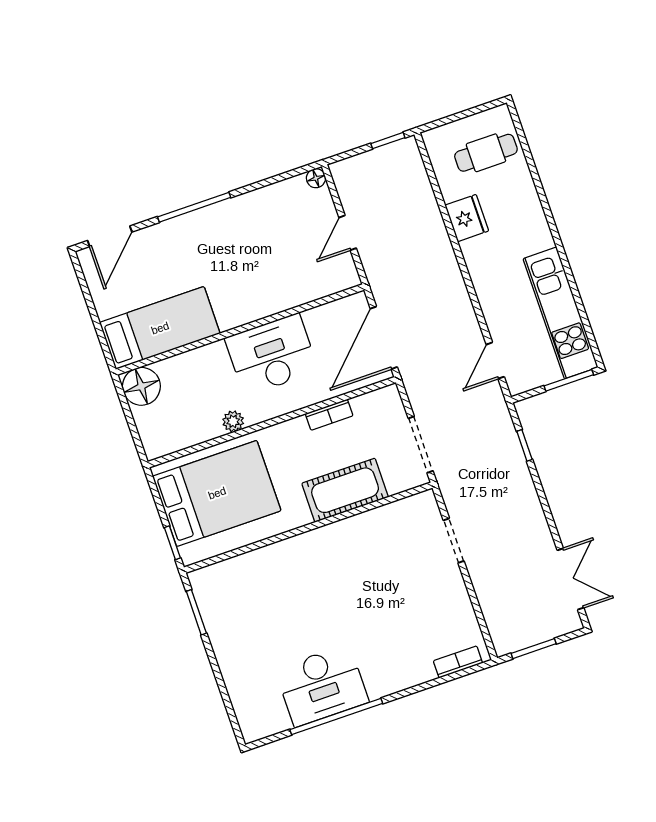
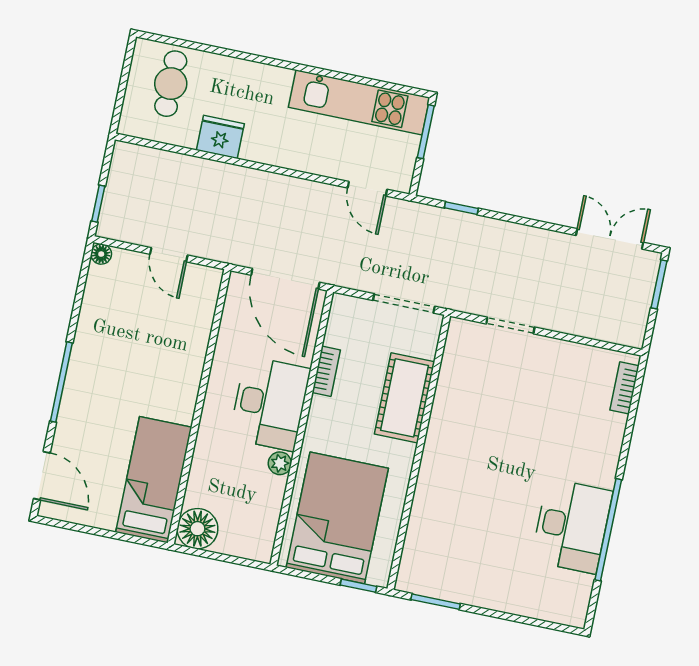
window: (388, 141) -> (98, 204), moved
desk: (272, 355) -> (270, 404), moved, turned 180
window: (534, 649) -> (659, 284), moved

